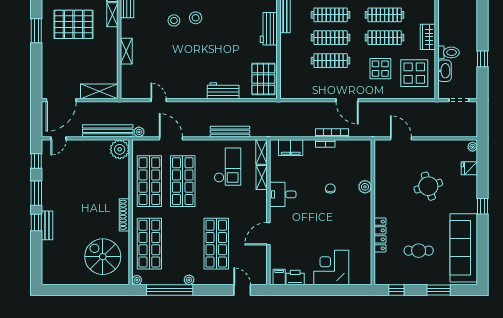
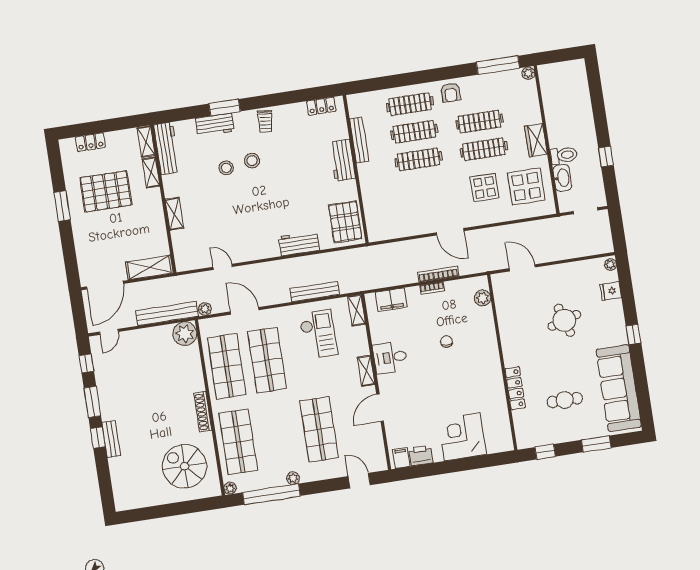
clothes rail: (331, 61) -> (423, 187), removed
shelving: (262, 177) -> (366, 371), moved
plant: (365, 187) -> (483, 298), moved

